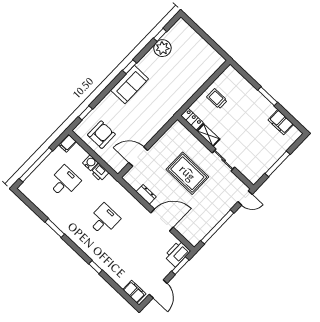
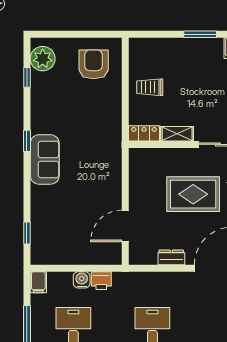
plant: (162, 48) -> (43, 59), moved
armchair: (101, 135) -> (94, 64), moved

